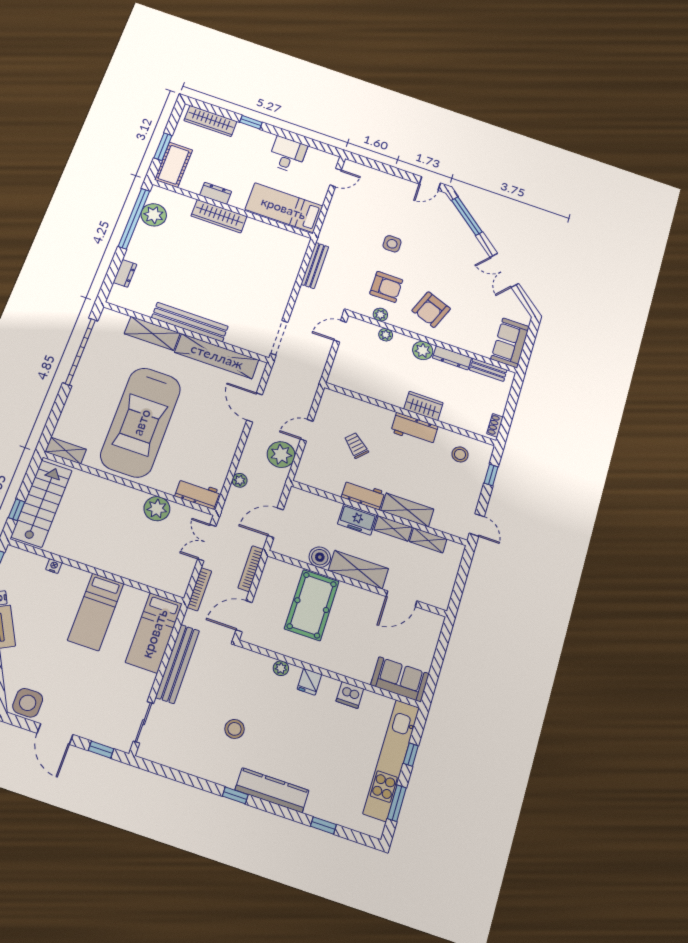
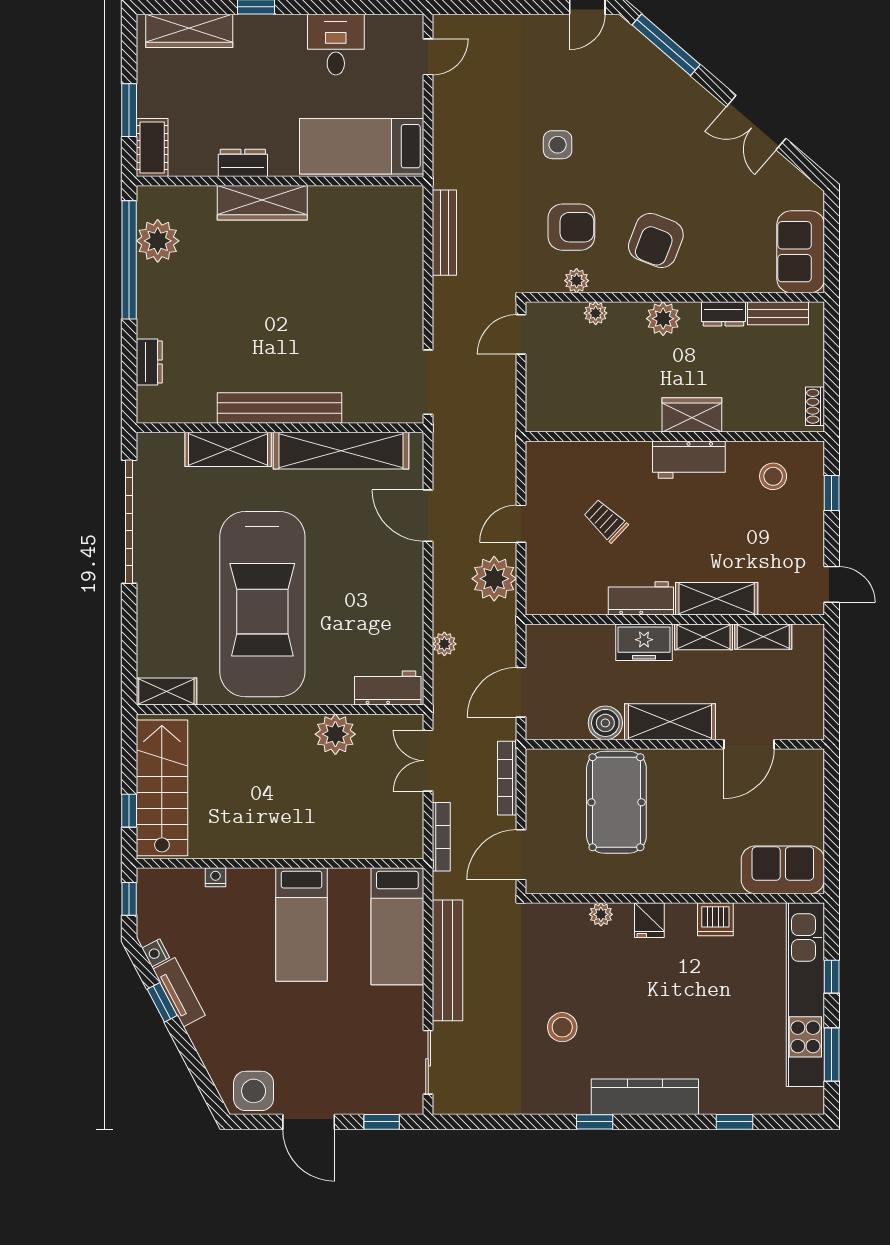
cot: (174, 165) -> (152, 148), width x0.73, depth x0.75
dresser: (452, 358) -> (723, 314), width x0.70

